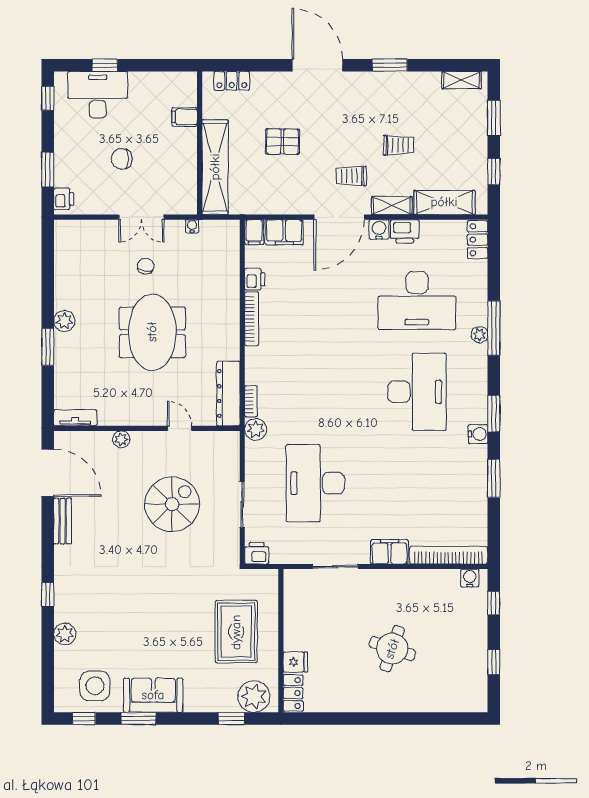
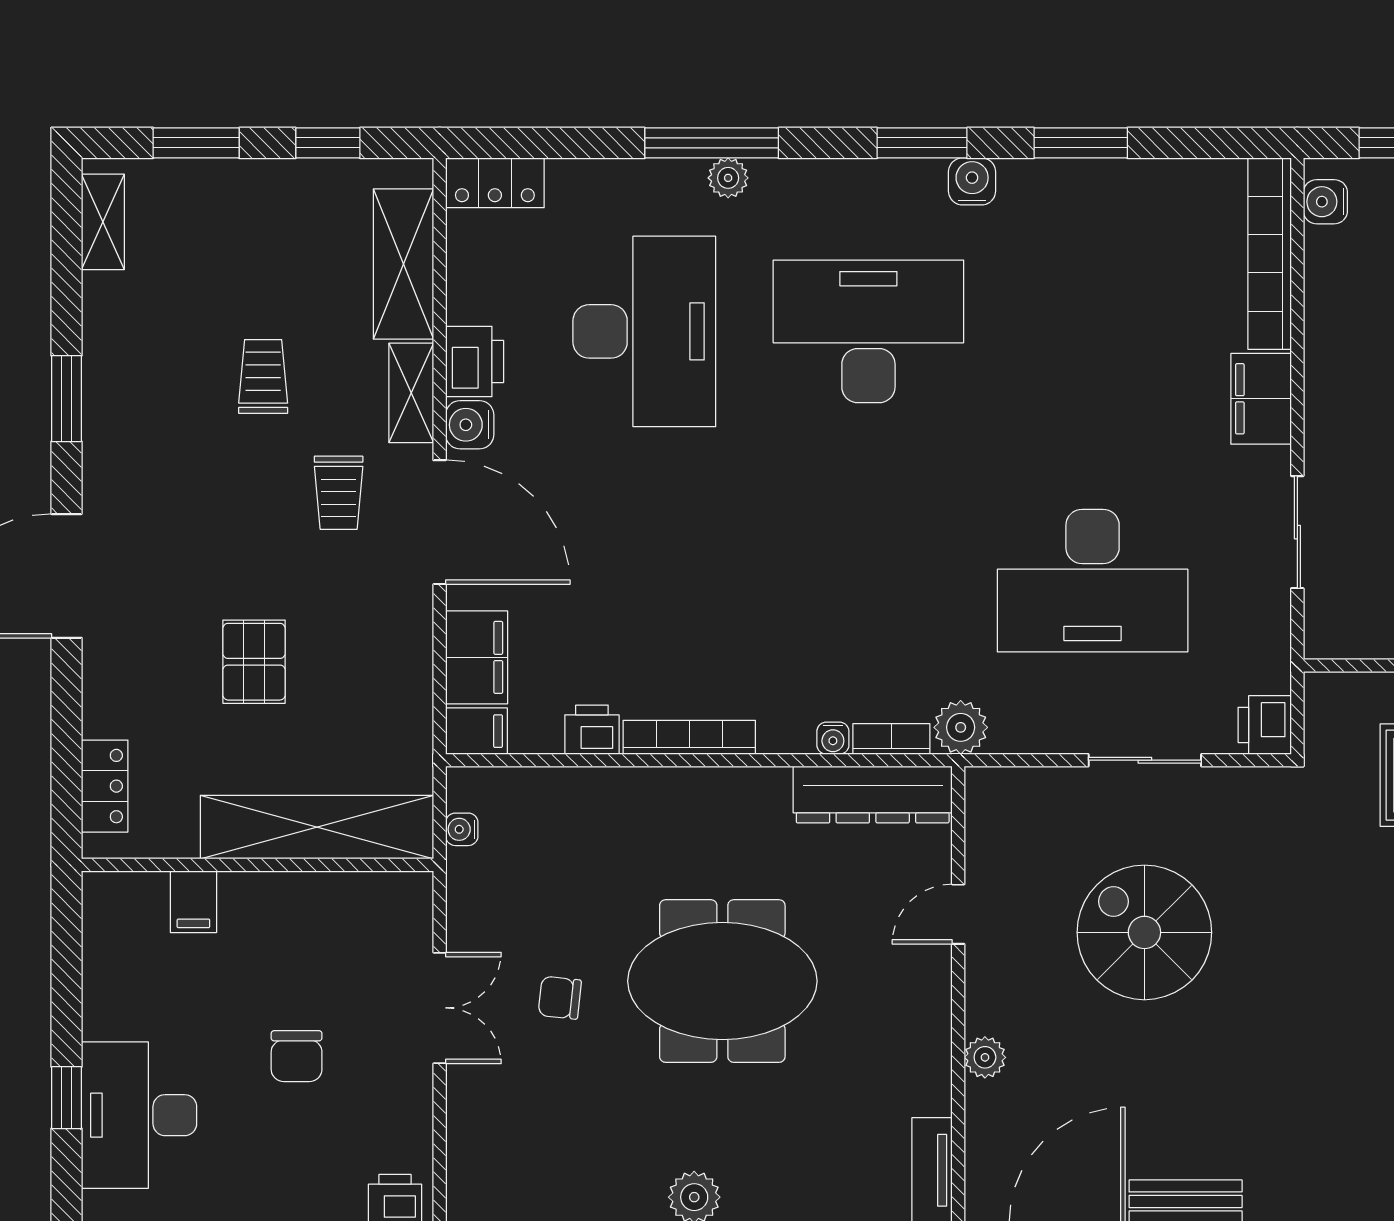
water cooler: (192, 226) -> (462, 829), moved
water cooler: (251, 377) -> (833, 738), added

